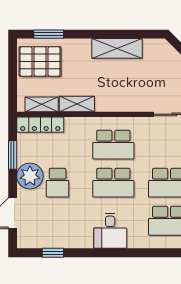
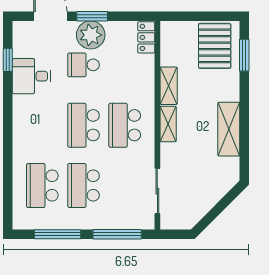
shelving: (42, 104) -> (168, 124), moved
locker: (40, 125) -> (146, 37), width x0.66
window: (13, 155) -> (92, 16), moved
desk: (110, 231) -> (31, 76), moved

